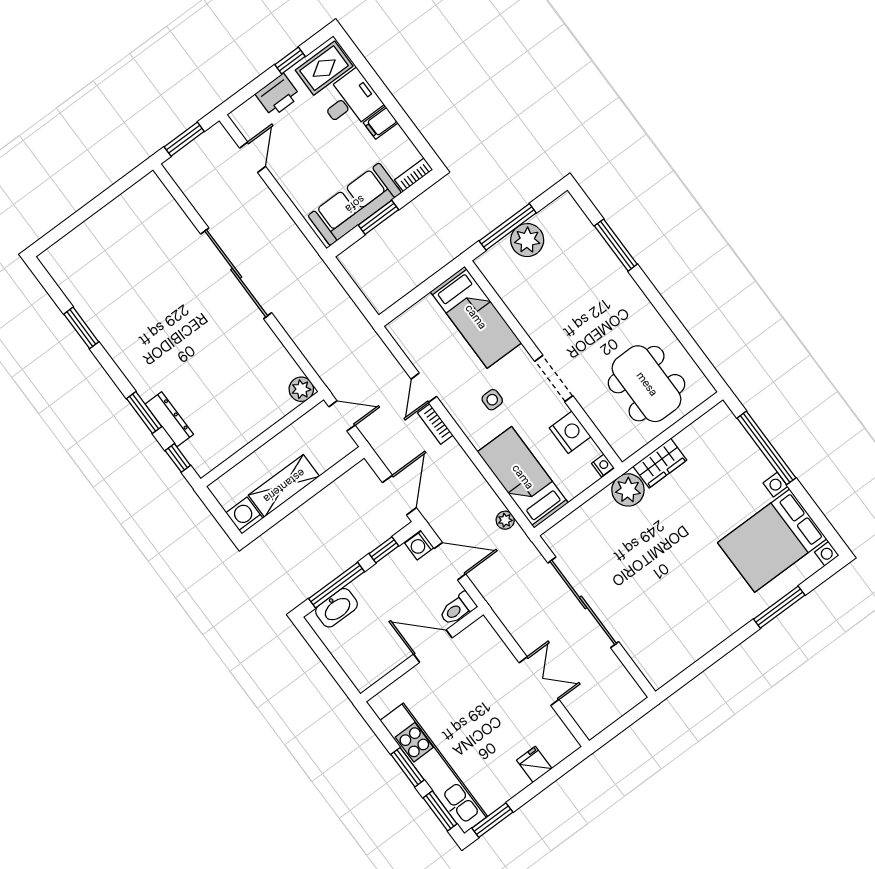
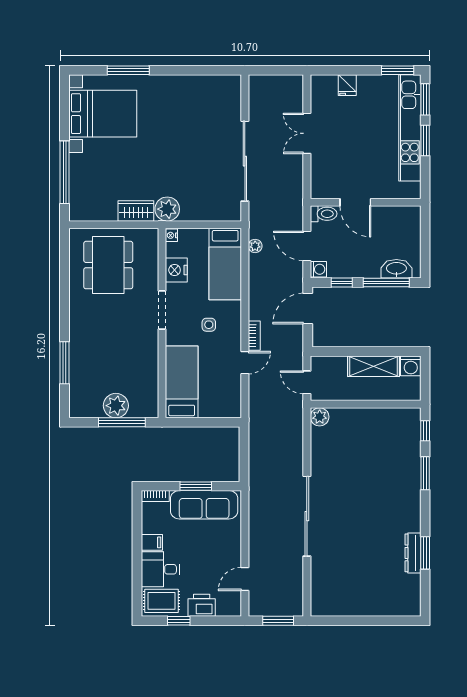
dresser: (169, 419) -> (413, 553), moved

